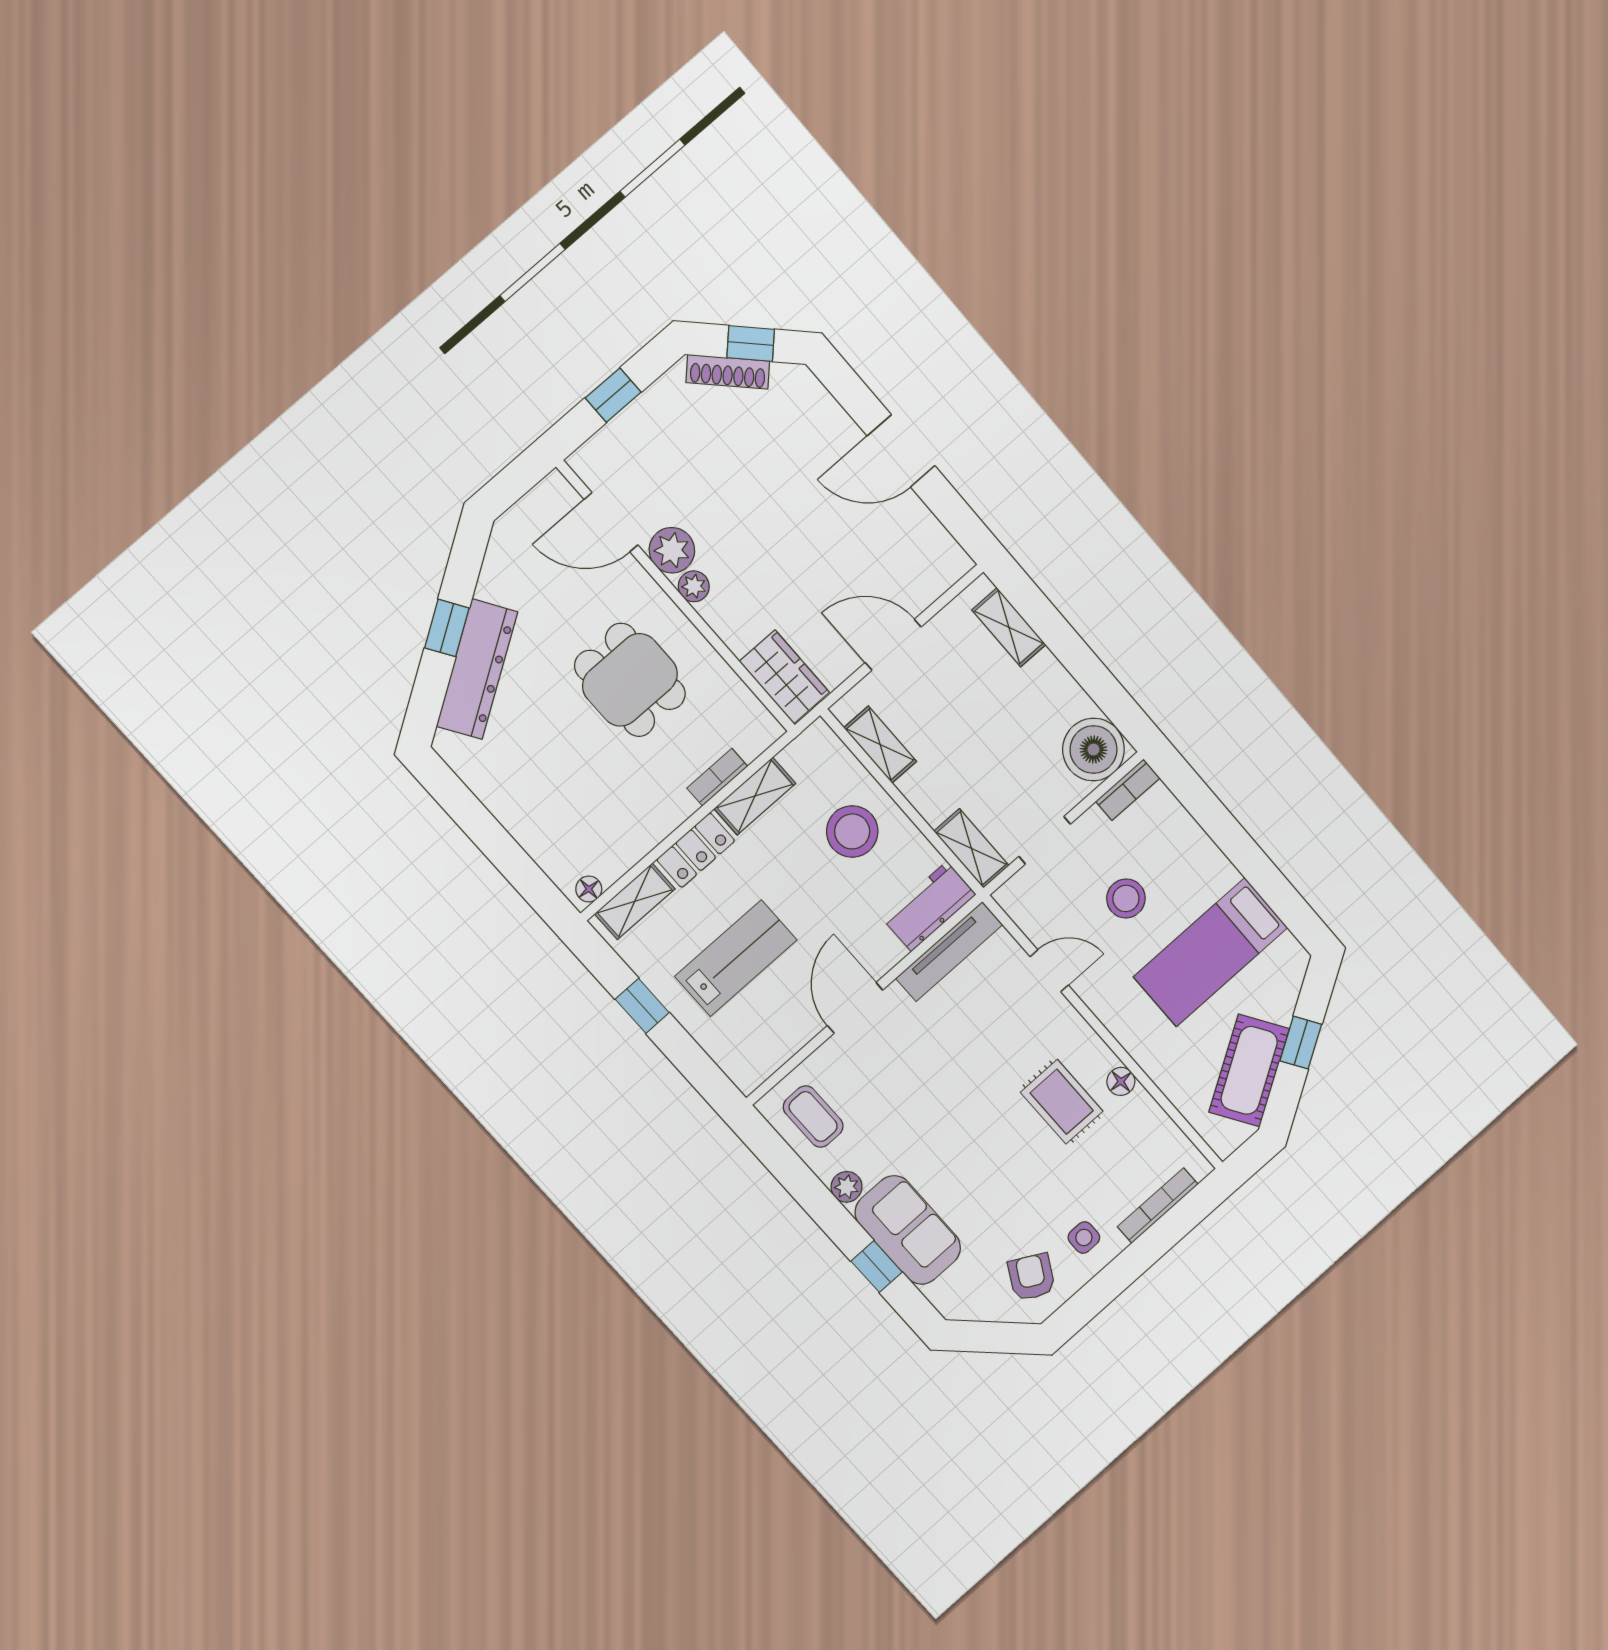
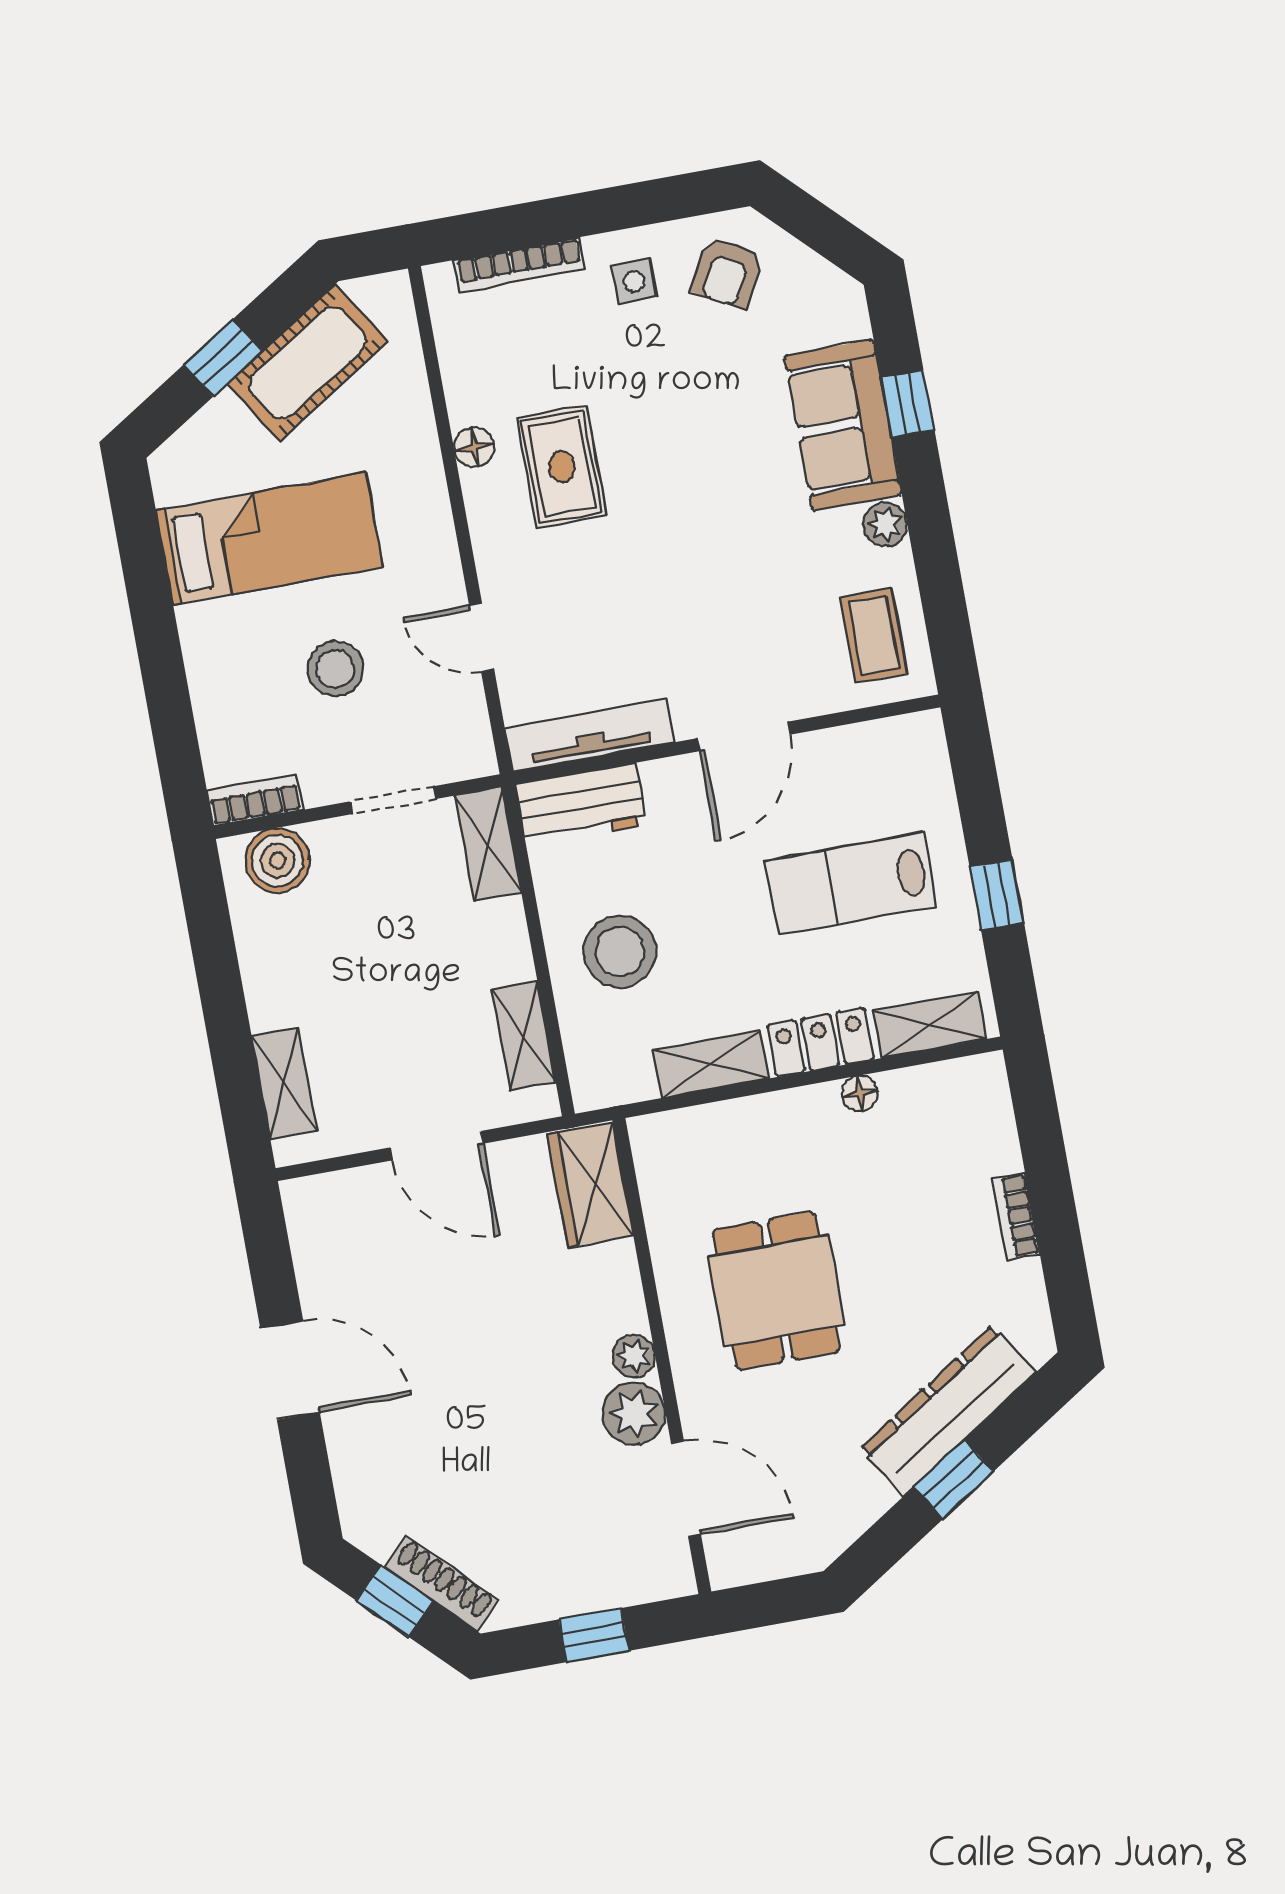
boiler: (1093, 750) -> (278, 860), width x0.73, depth x0.73
bookcase: (717, 777) -> (1016, 1217), moved, turned 90
floor lamp: (589, 889) -> (860, 1094), moved

